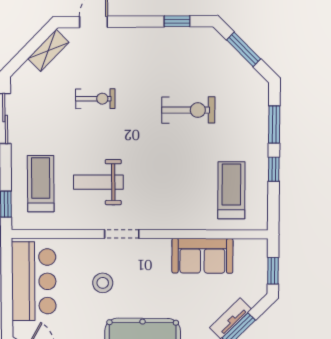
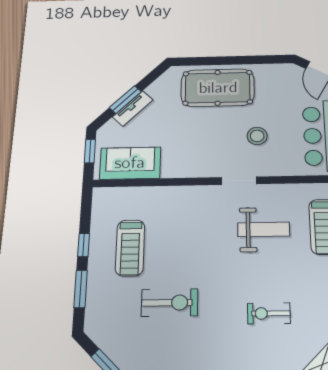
exercise bike: (188, 110) -> (170, 303), turned 180
treadmill: (231, 190) -> (130, 248), moved
sofa: (202, 256) -> (130, 163), moved

